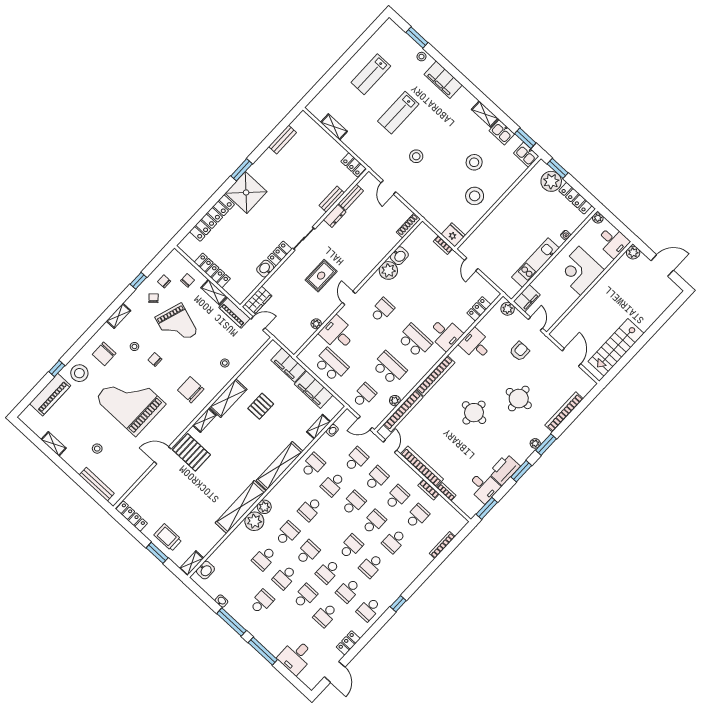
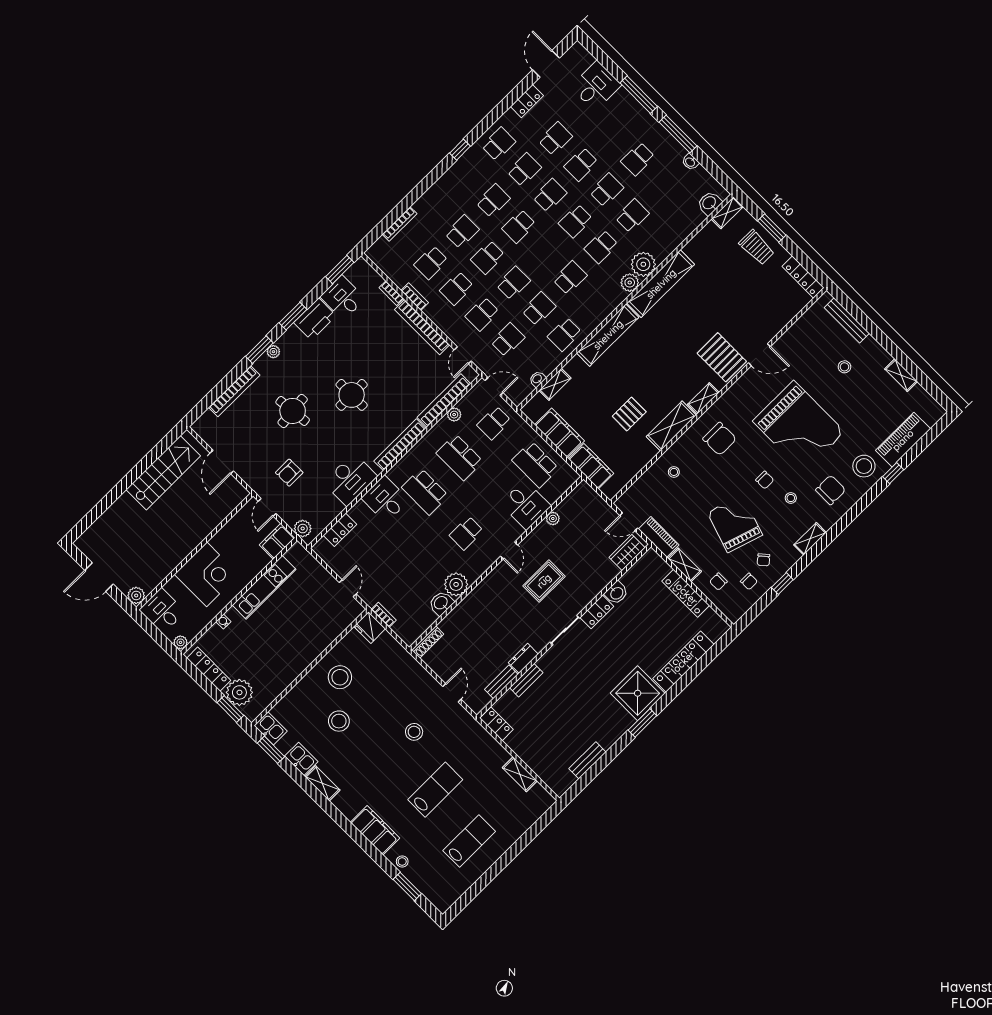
desk: (476, 344) -> (350, 479), width x1.37
school desk: (356, 459) -> (508, 340), turned 180
school desk: (353, 503) -> (513, 283), turned 180

